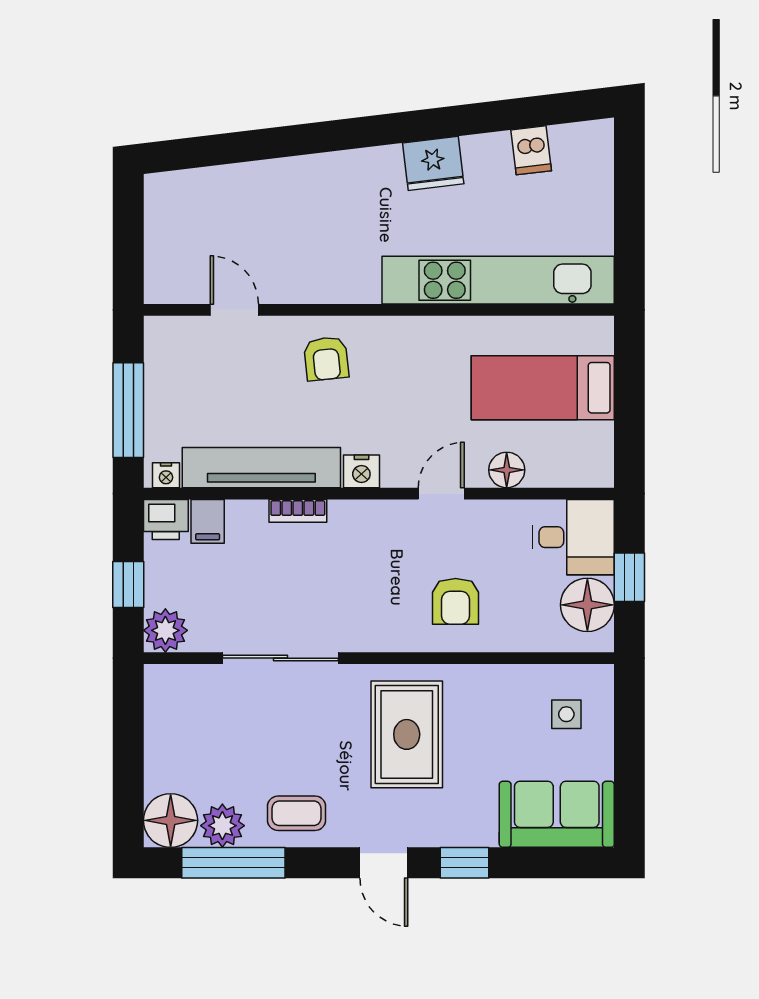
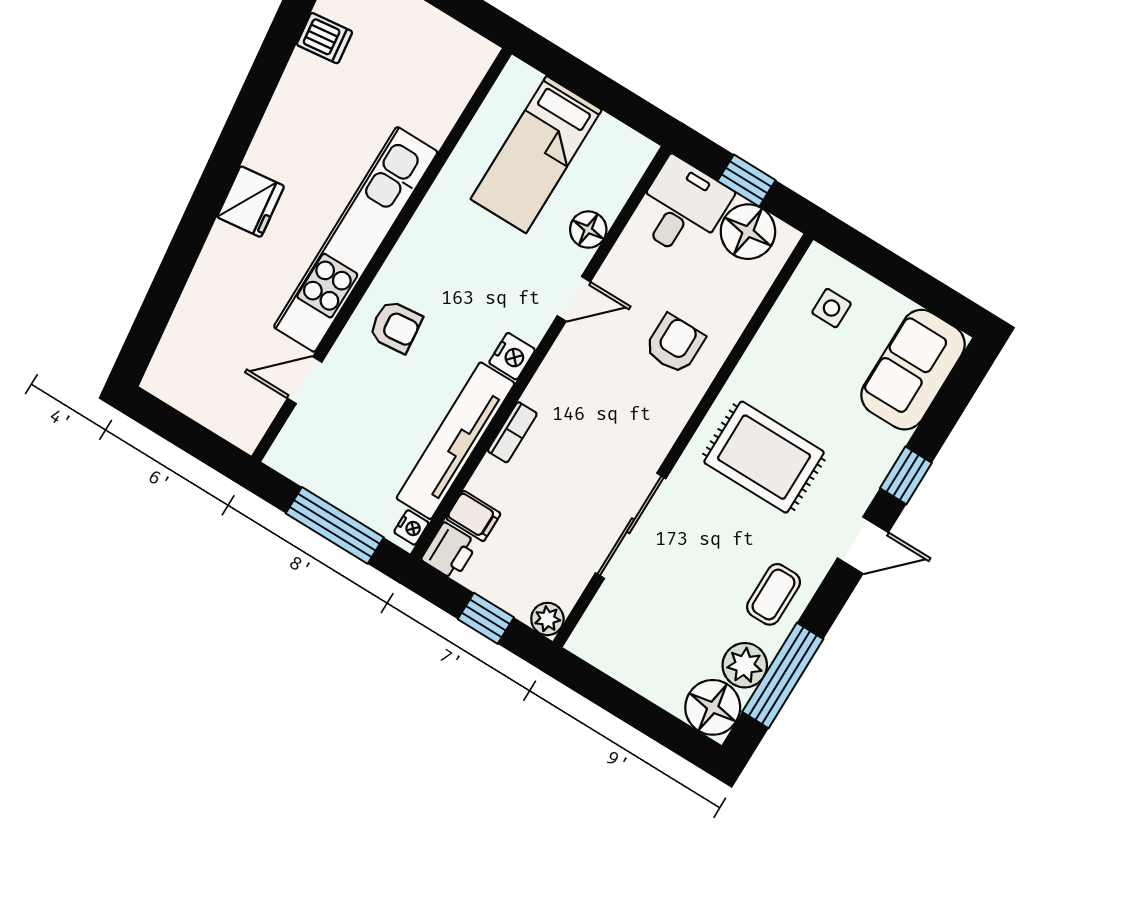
fridge: (433, 163) -> (251, 202), moved
kitchen unit: (498, 280) -> (356, 239), moved
door: (441, 494) -> (574, 299), swing flipped
armchair: (456, 601) -> (675, 344), turned -90
plant: (165, 630) -> (547, 619), width x0.73, depth x0.73

